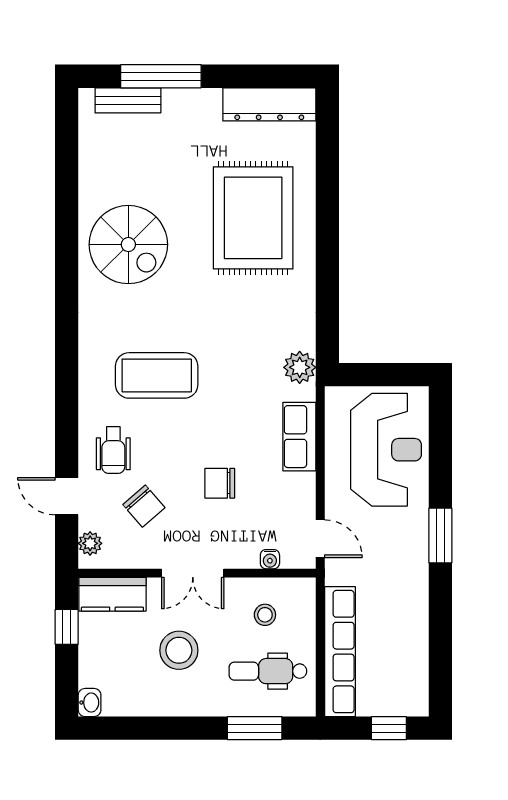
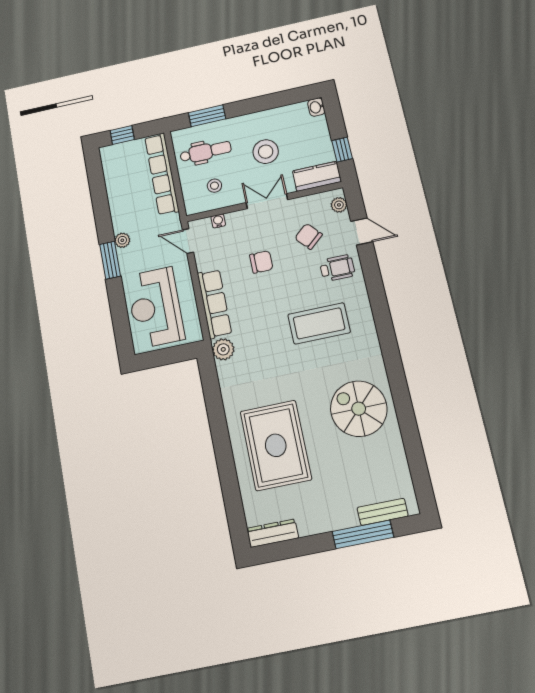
dresser: (269, 104) -> (273, 533), width x0.73, depth x0.80
row of seats: (299, 437) -> (214, 304), width x1.48
wheelchair: (113, 450) -> (337, 268), turned 90
plant: (417, 562) -> (122, 240), added

